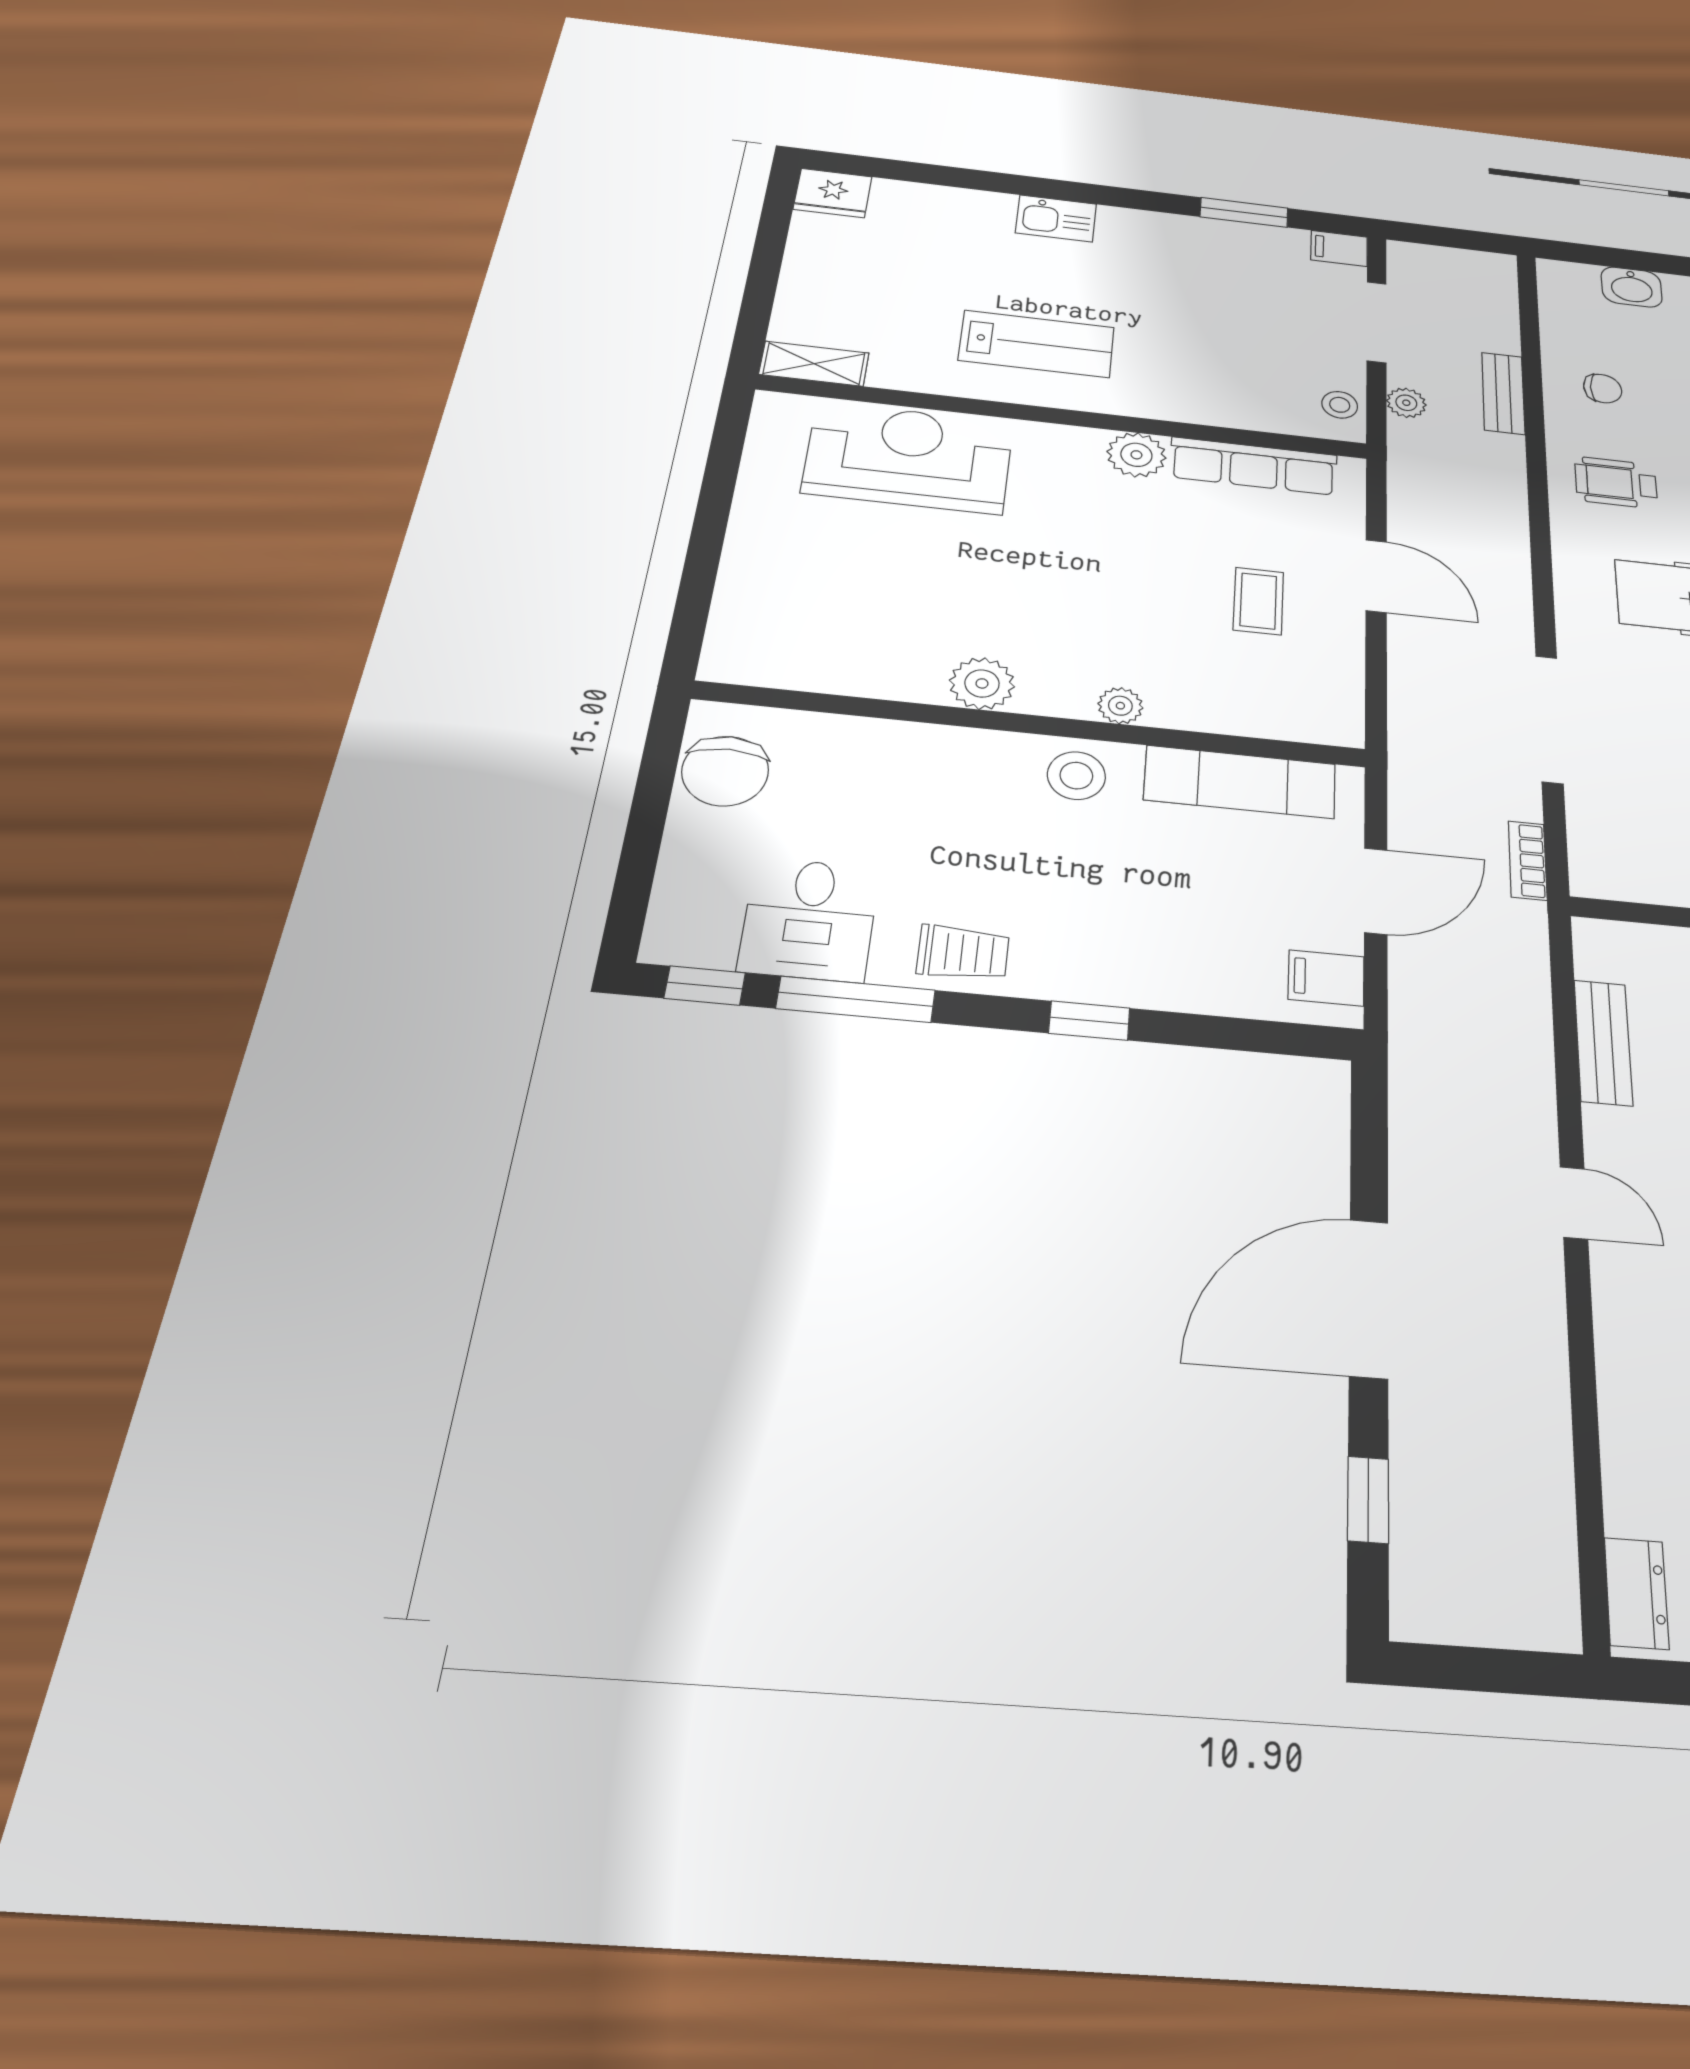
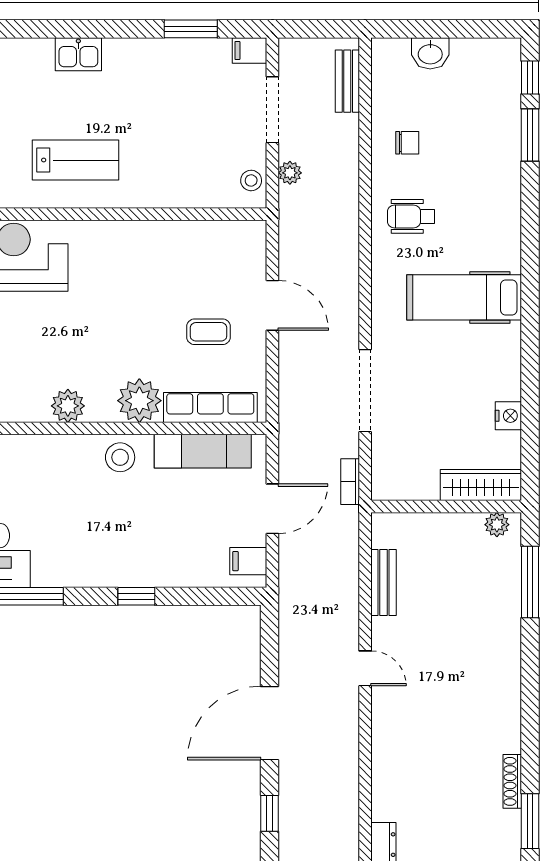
bench: (1503, 393) -> (347, 81), moved
plant: (1136, 455) -> (137, 237), removed
row of seats: (1254, 466) -> (210, 407), moved, turned 180
coffee table: (1258, 601) -> (209, 332), turned 90
plant: (1120, 706) -> (139, 401), width x1.87, depth x1.87
trolley: (963, 953) -> (74, 566), removed

